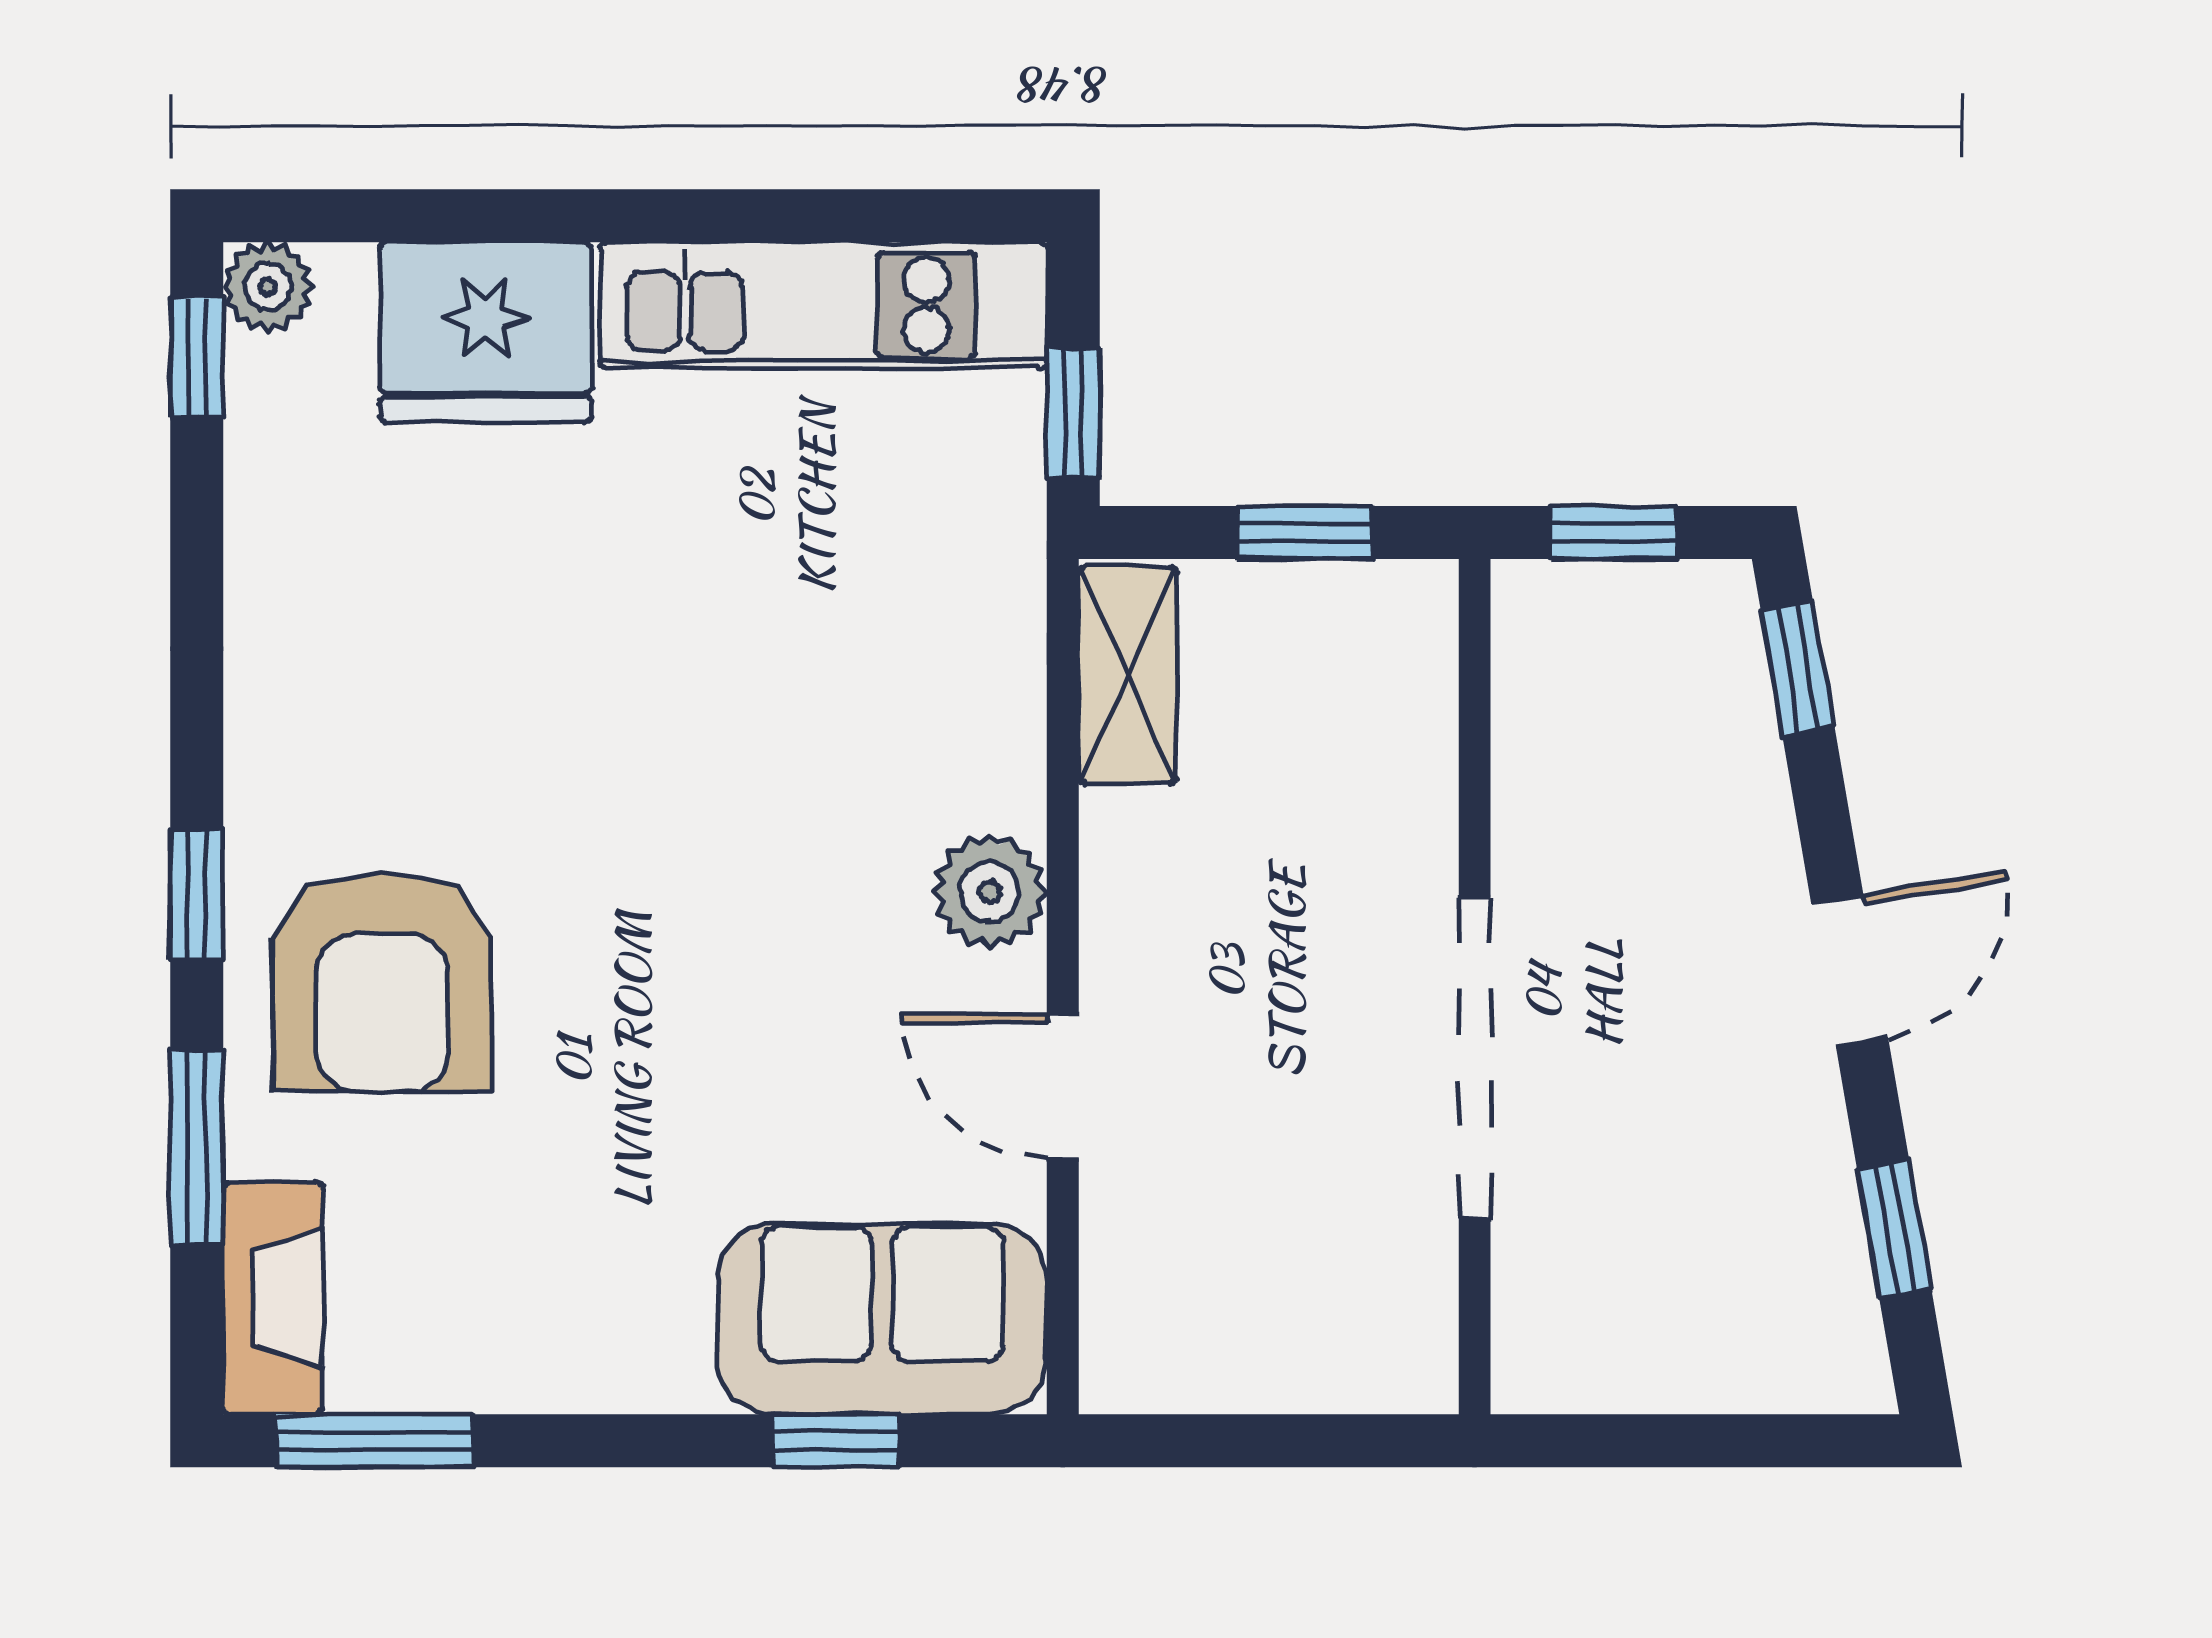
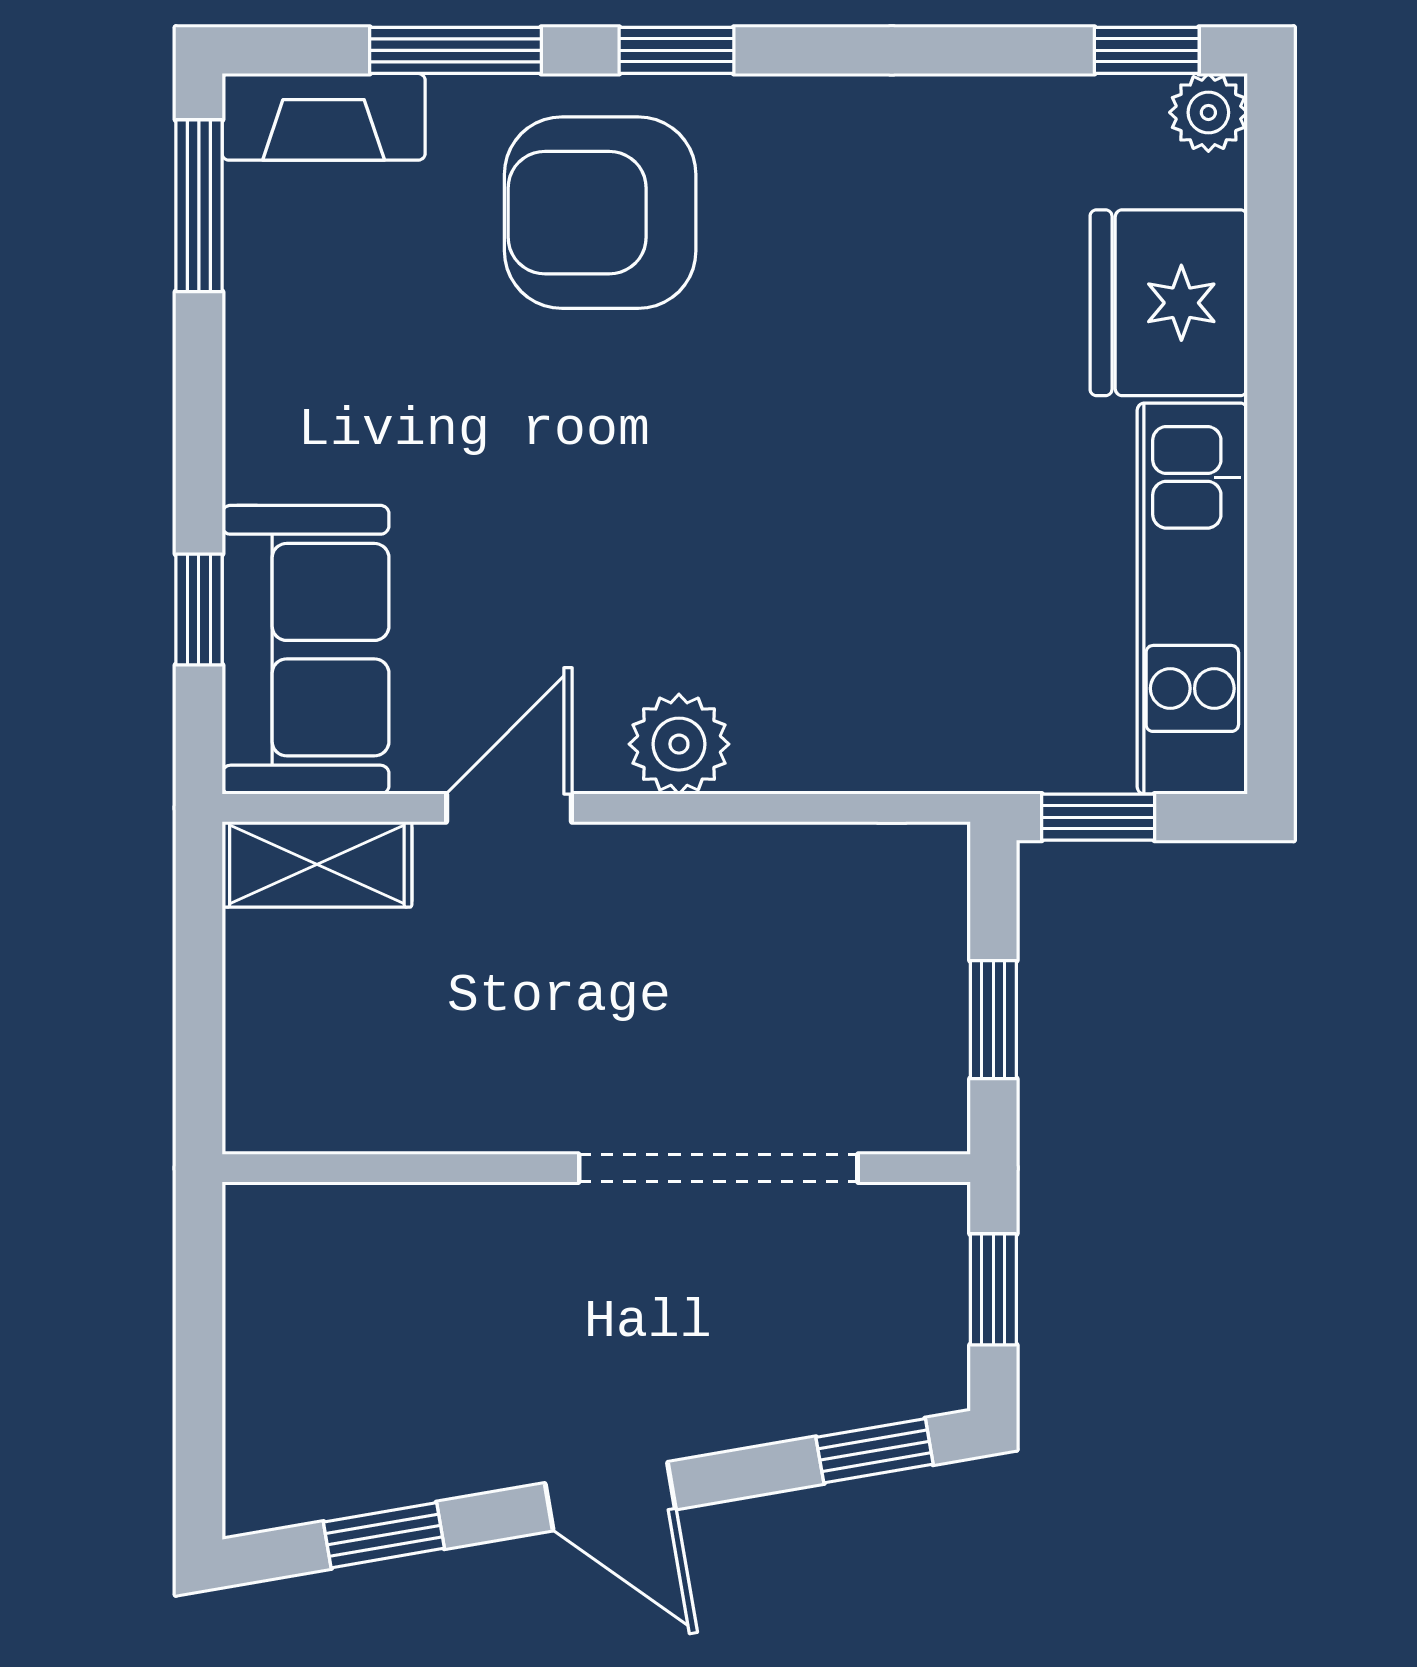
shelving: (1127, 675) -> (317, 864), moved
doorway: (1475, 1058) -> (718, 1168), moved

